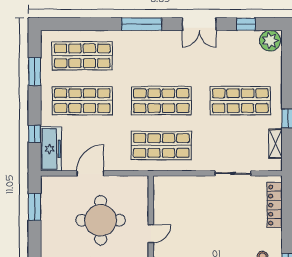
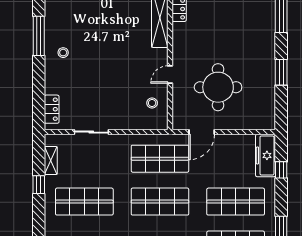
door: (90, 173) -> (202, 132), moved
stool: (170, 204) -> (152, 103), added
locker: (275, 205) -> (52, 109), width x0.66
window: (35, 207) -> (281, 72), moved

